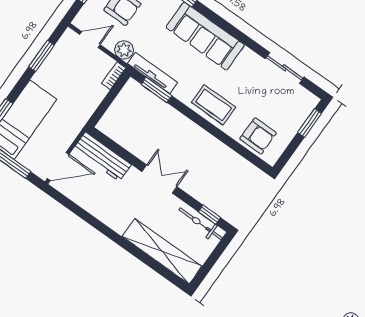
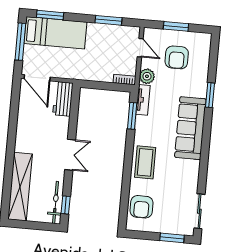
sliding door: (285, 68) -> (199, 211), moved
tv unit: (152, 73) -> (143, 100), width x0.71
workbench: (102, 157) -> (63, 99), width x0.73

